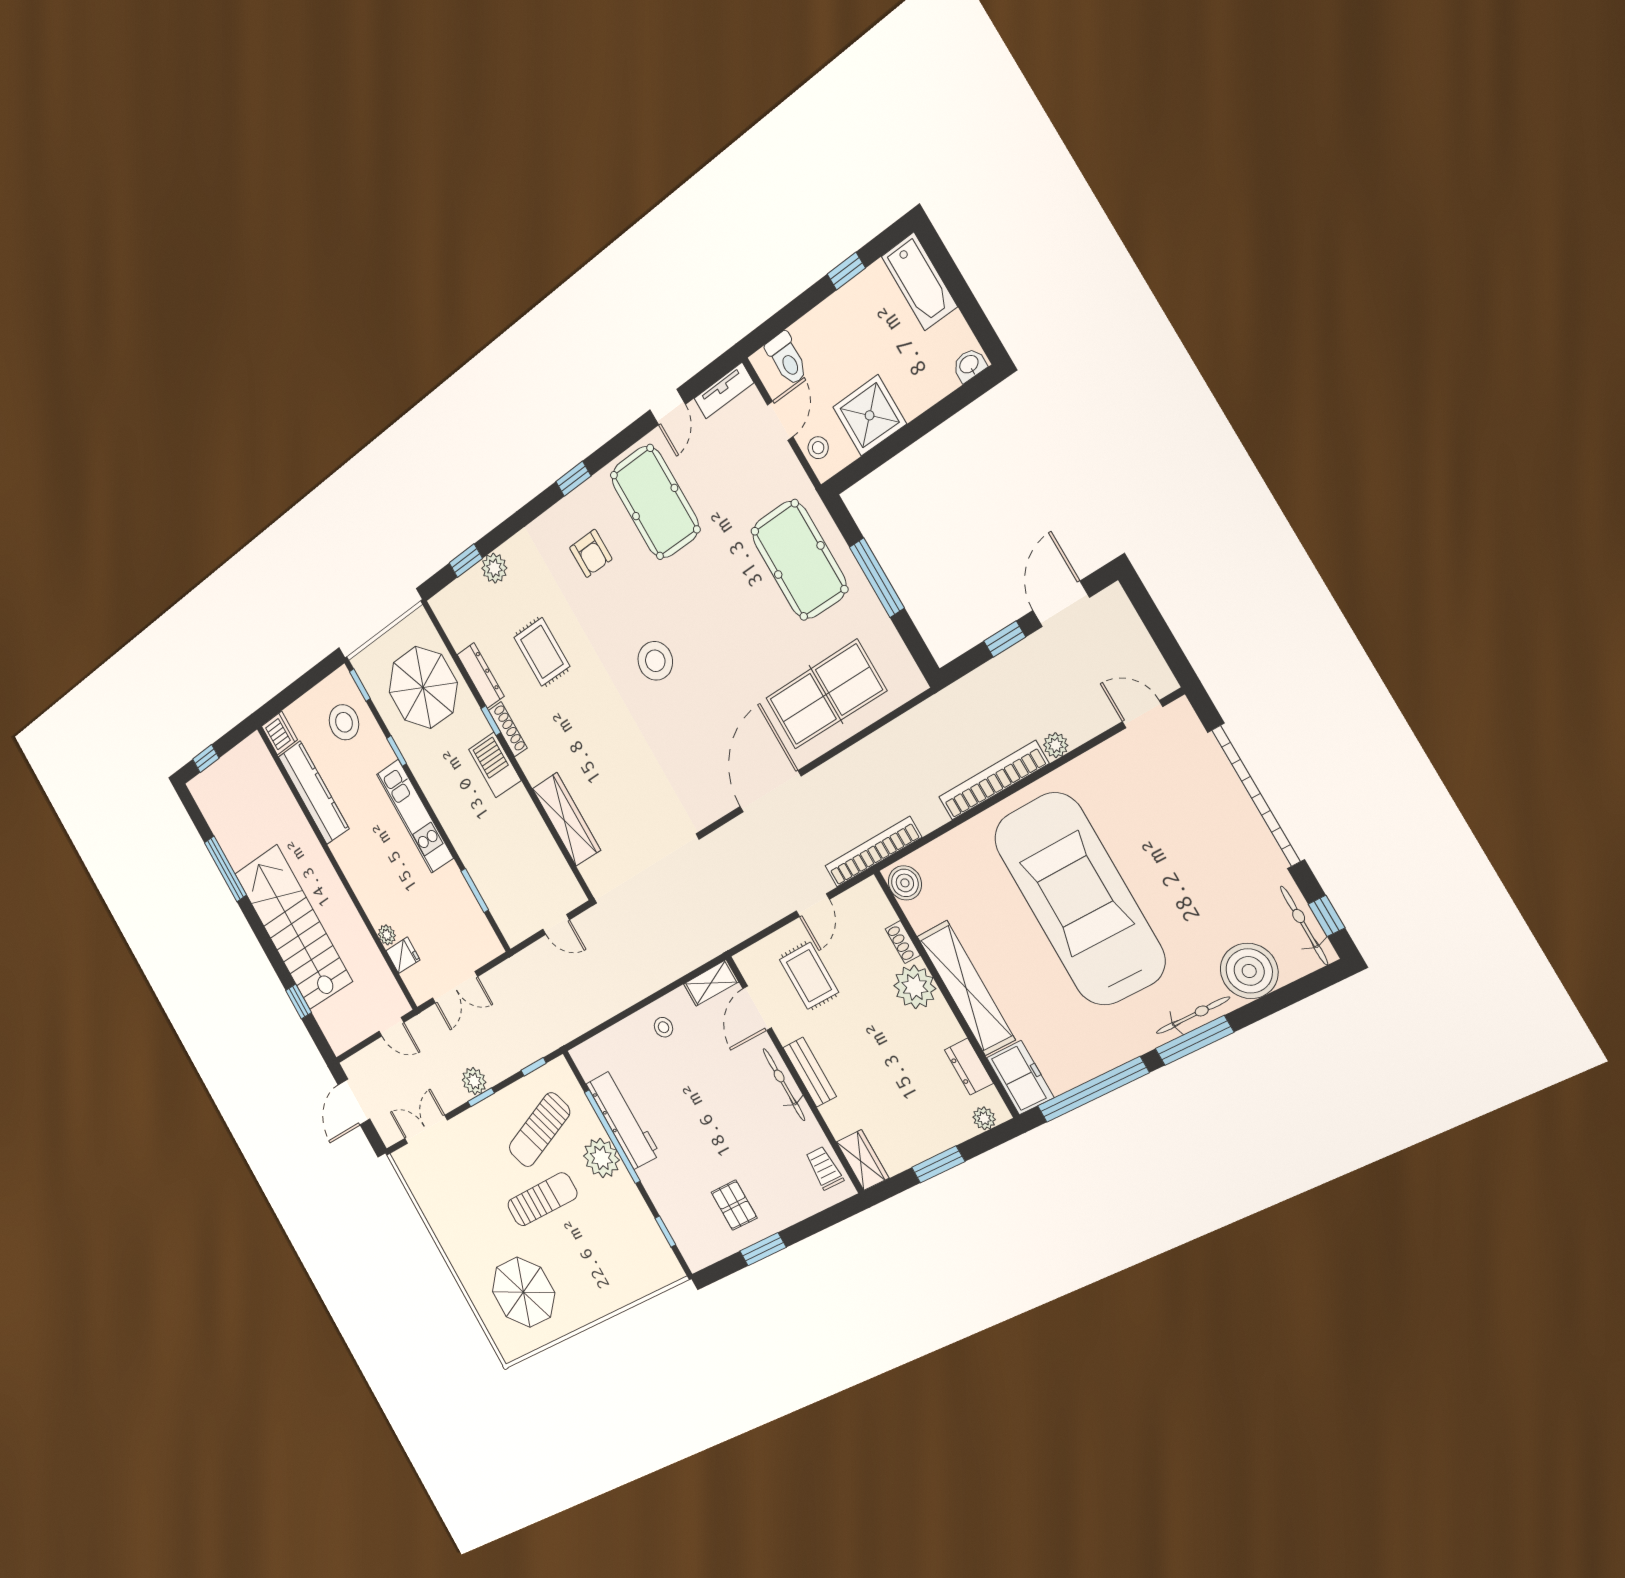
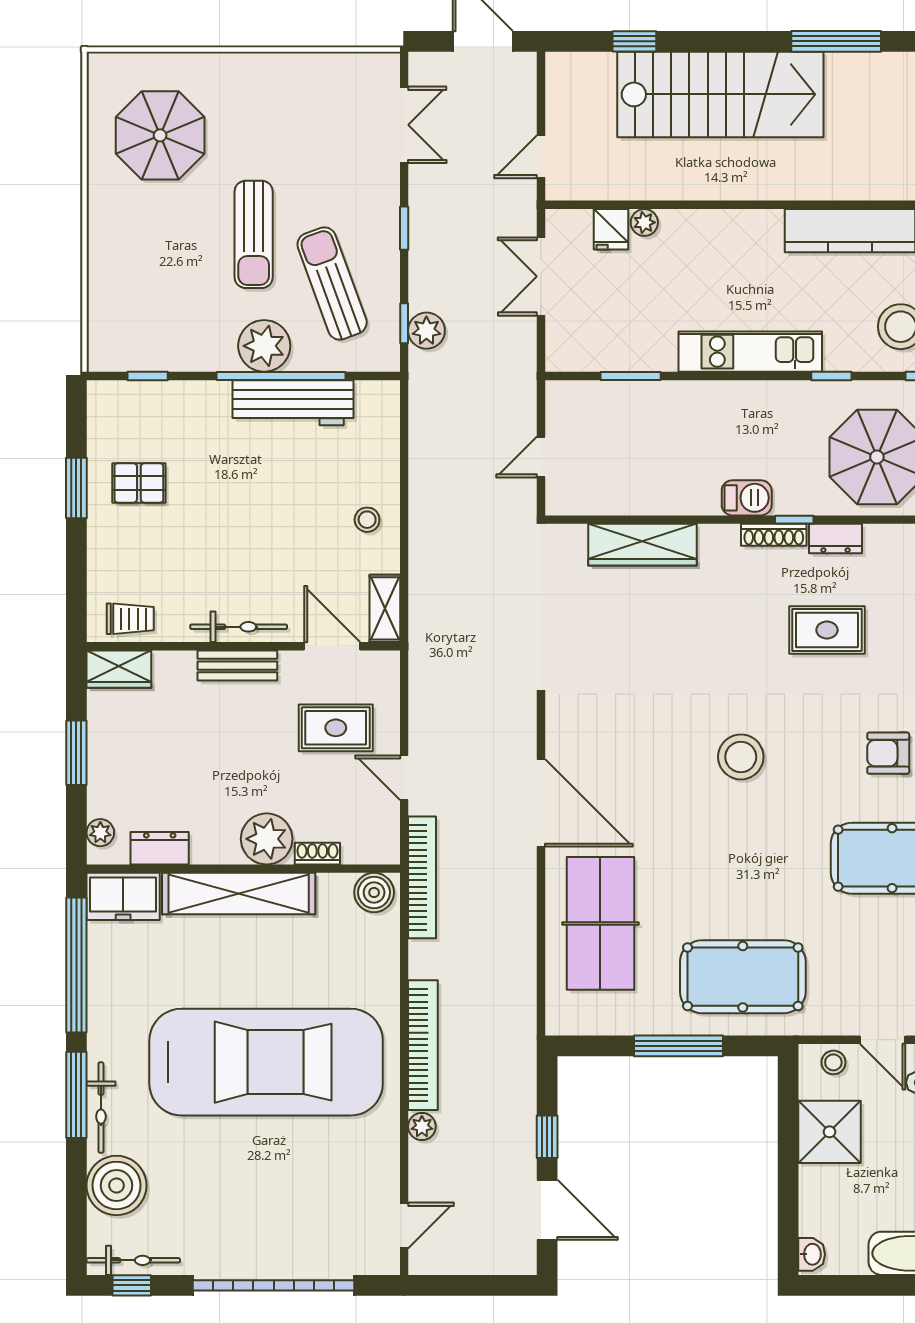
dresser: (481, 675) -> (836, 539), width x0.70
barbecue: (495, 765) -> (747, 498), width x0.73, depth x0.79
plant: (474, 1081) -> (426, 331), moved

